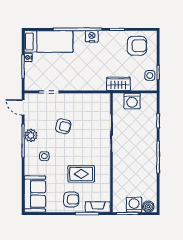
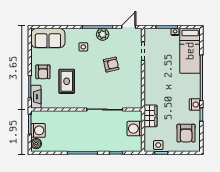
nightstand: (92, 36) -> (195, 105), moved
armchair: (63, 126) -> (111, 64), turned -117

